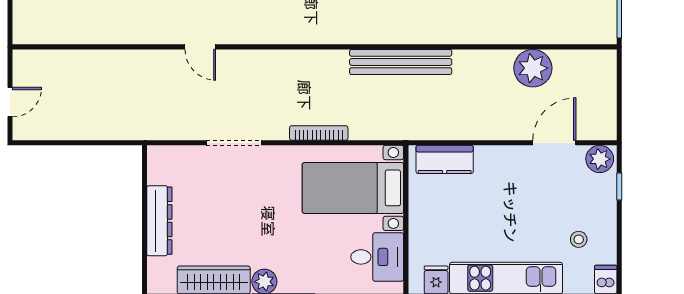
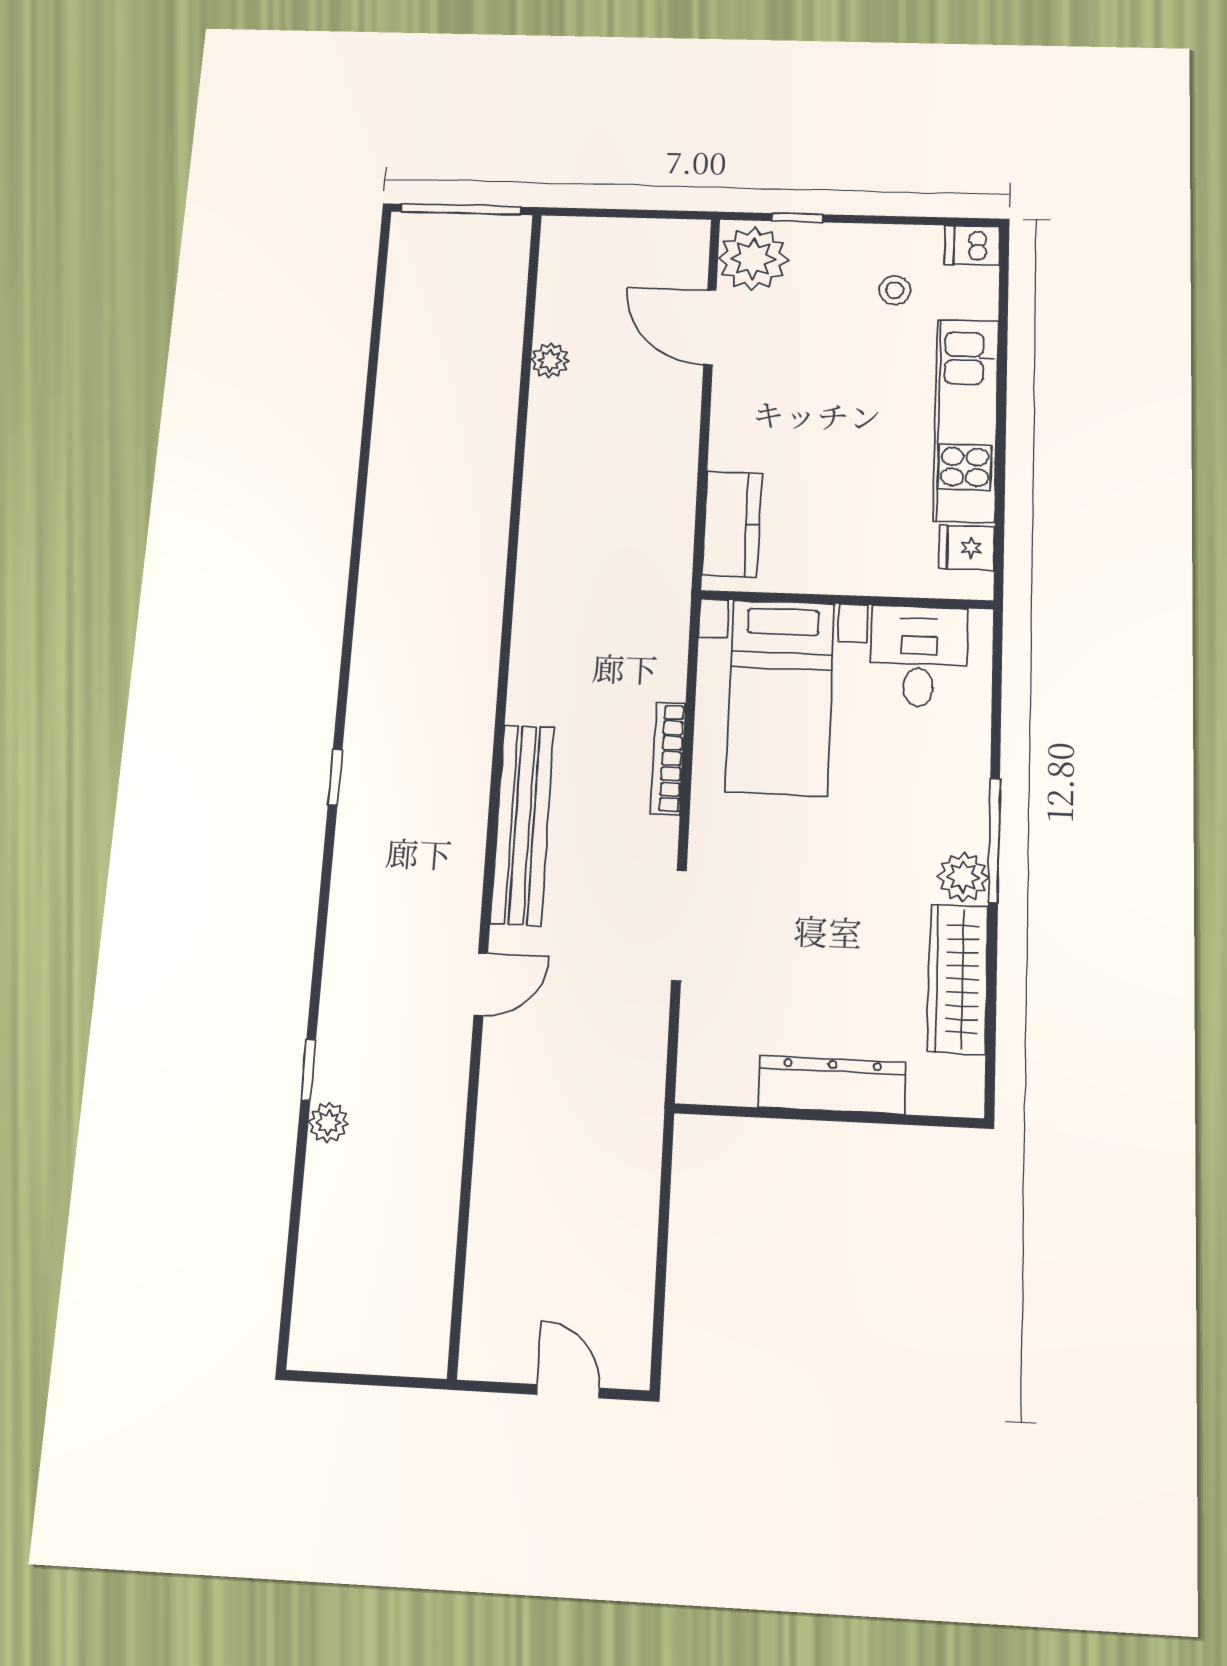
bench: (401, 62) -> (522, 824), moved
plant: (533, 68) -> (550, 361), width x0.53, depth x0.53
plant: (600, 159) -> (753, 259), width x1.36, depth x1.36

